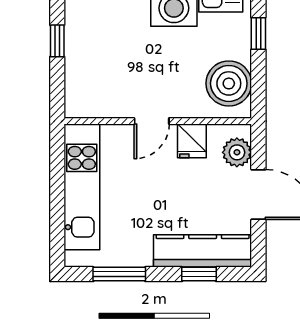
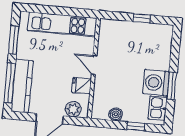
boiler: (229, 83) -> (116, 114), width x0.54, depth x0.54
window: (199, 274) -> (10, 83), width x2.17

